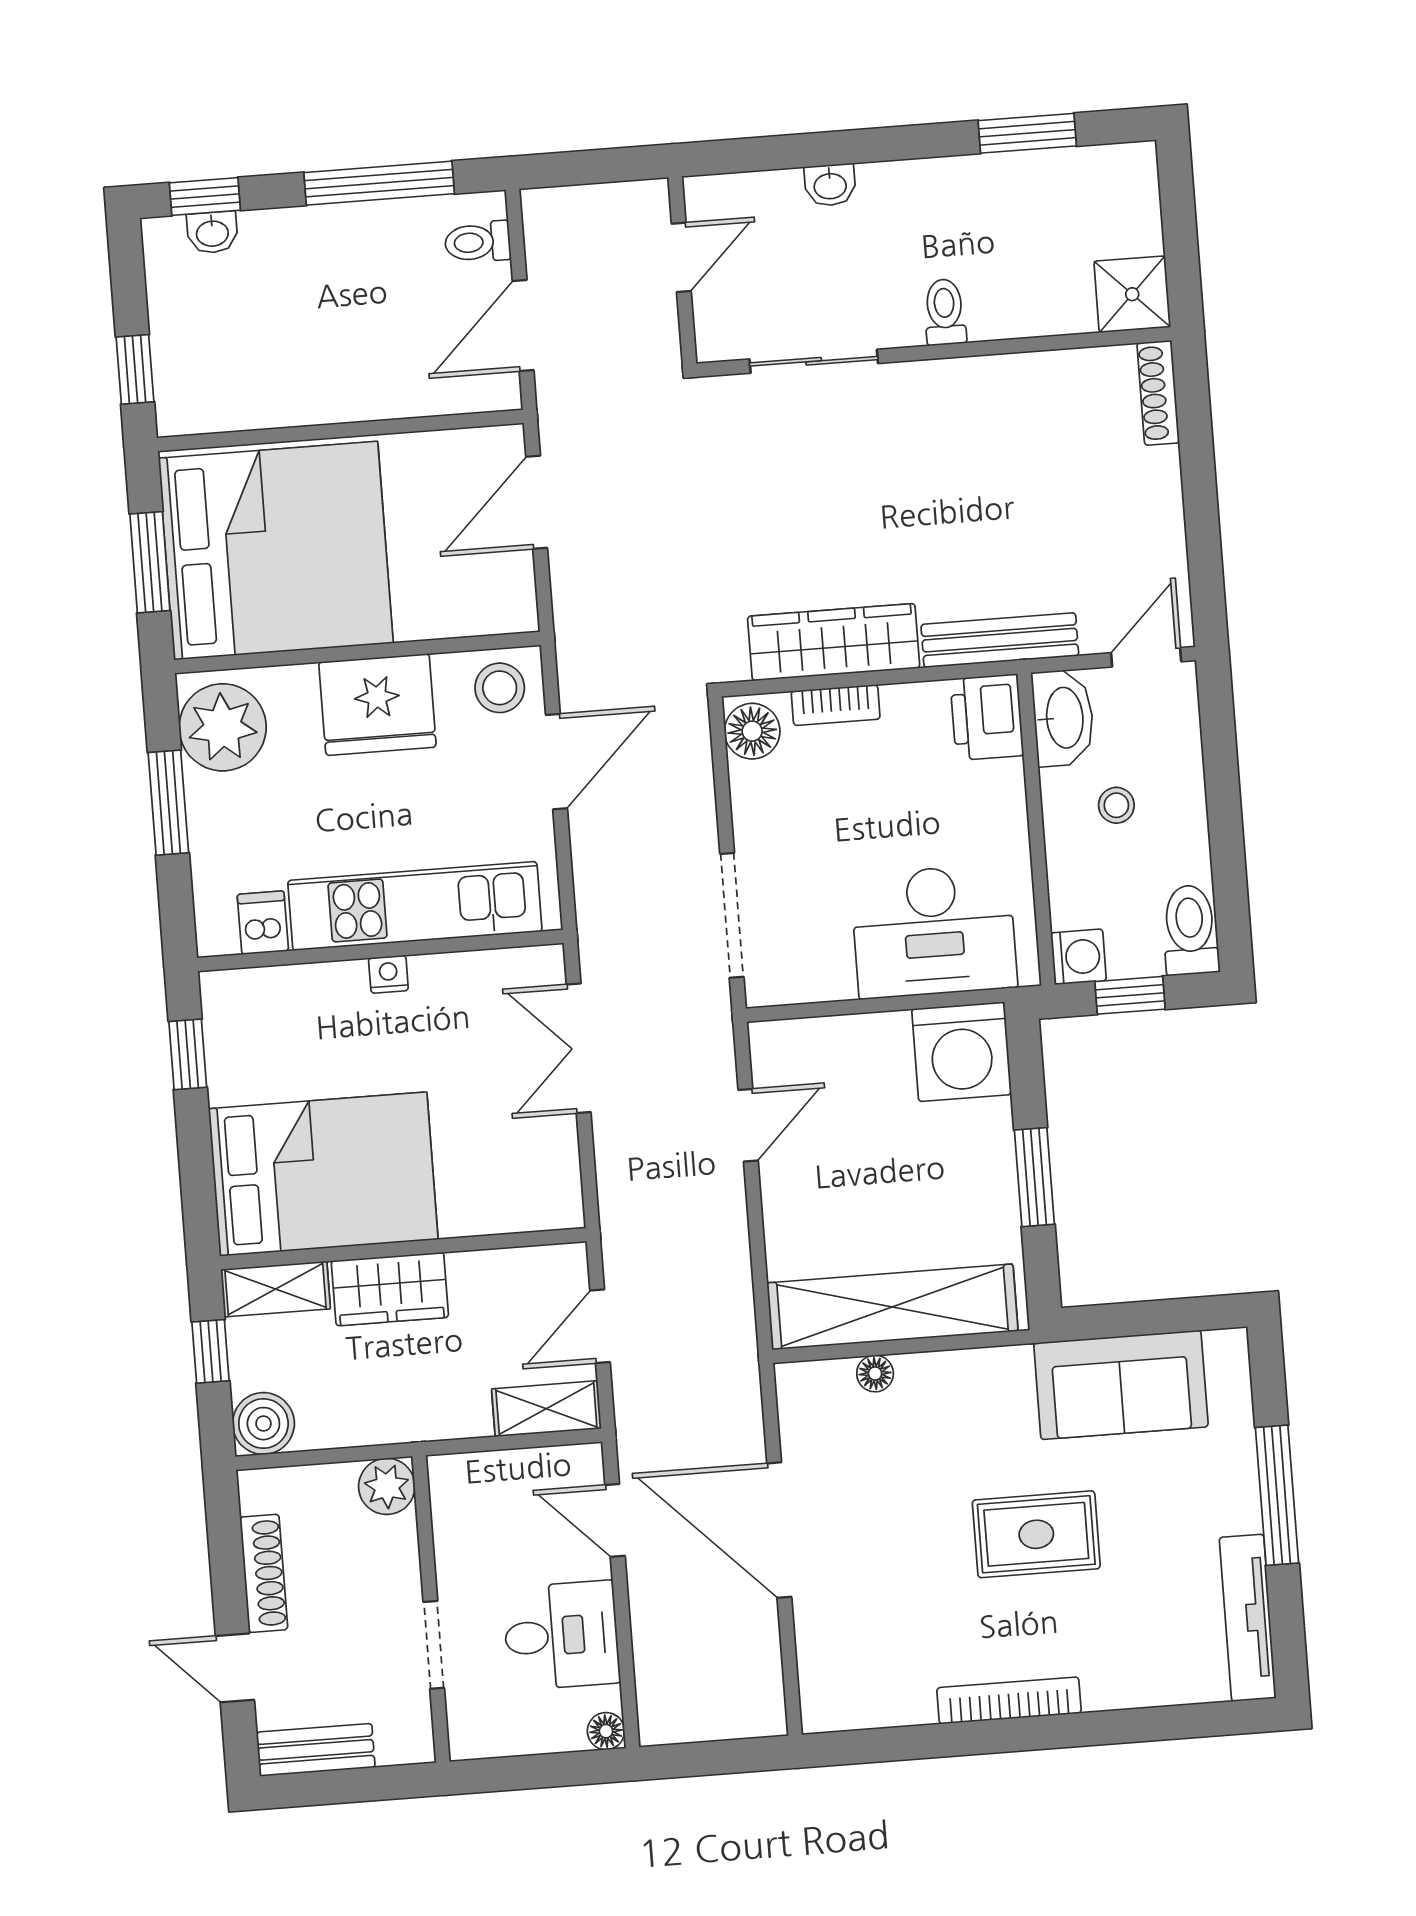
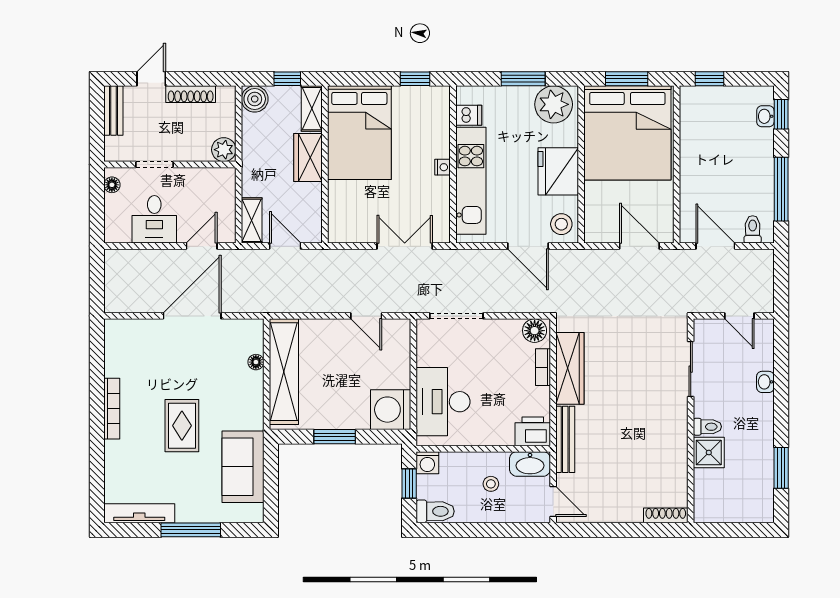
shower: (1132, 294) -> (709, 453), moved
floor lamp: (606, 1731) -> (112, 185), moved

